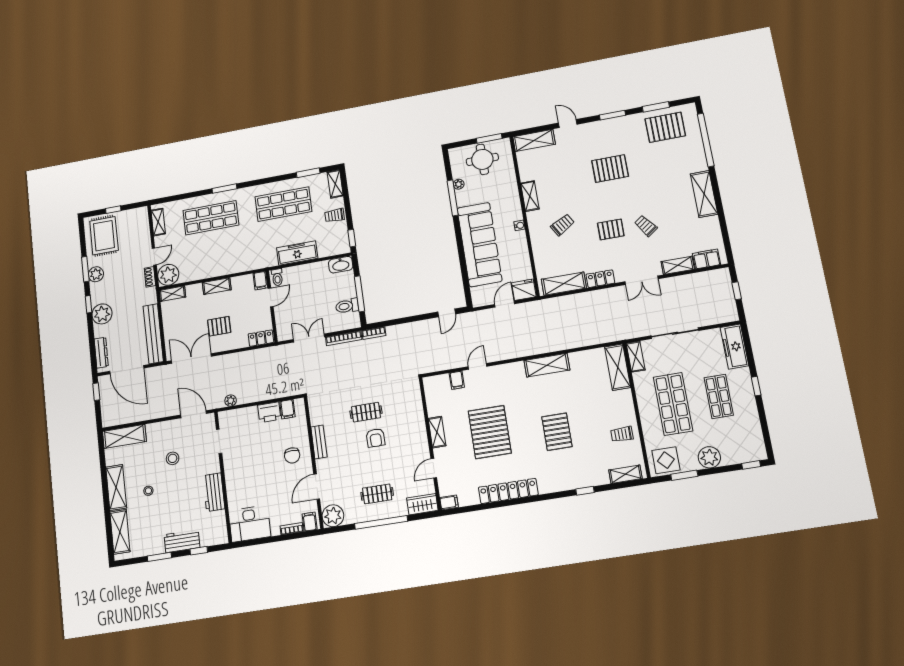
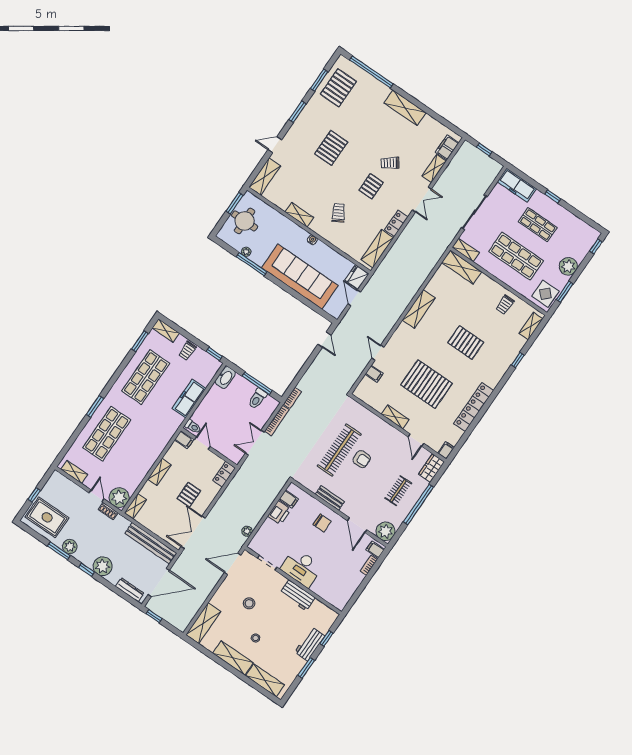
clothes rail: (366, 412) -> (339, 450), width x1.86, depth x1.31
desk: (250, 524) -> (301, 568), moved, turned 90

